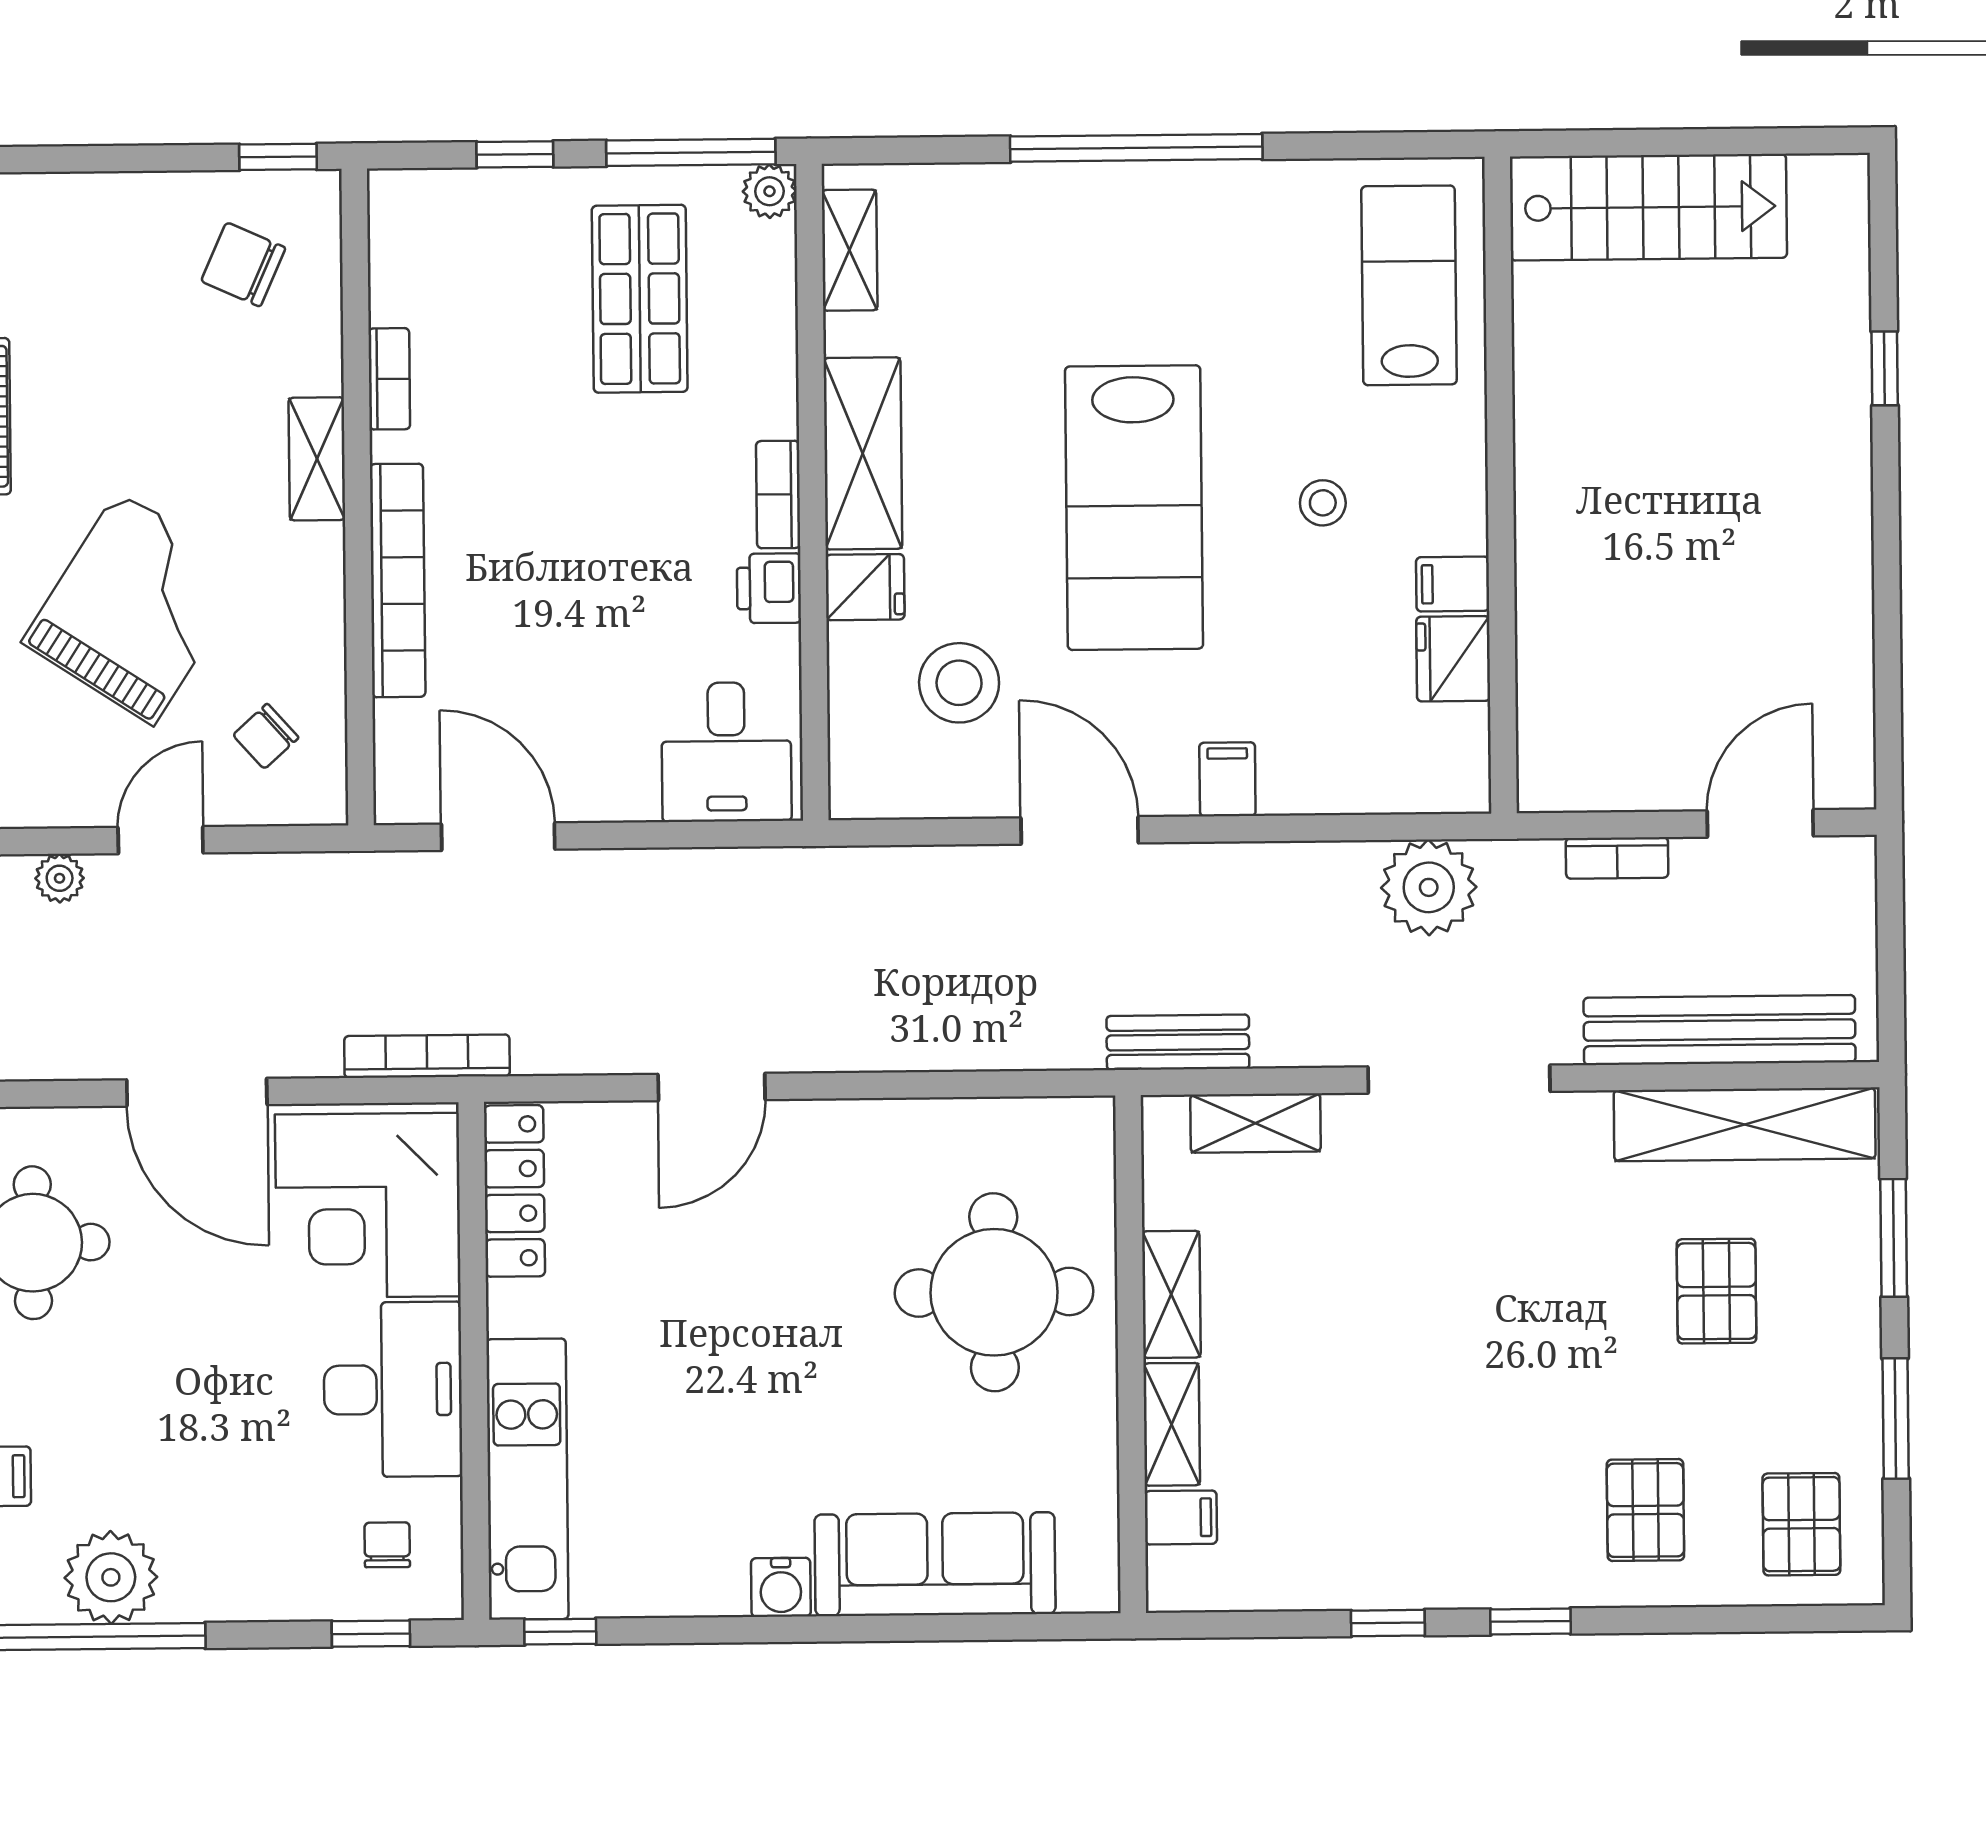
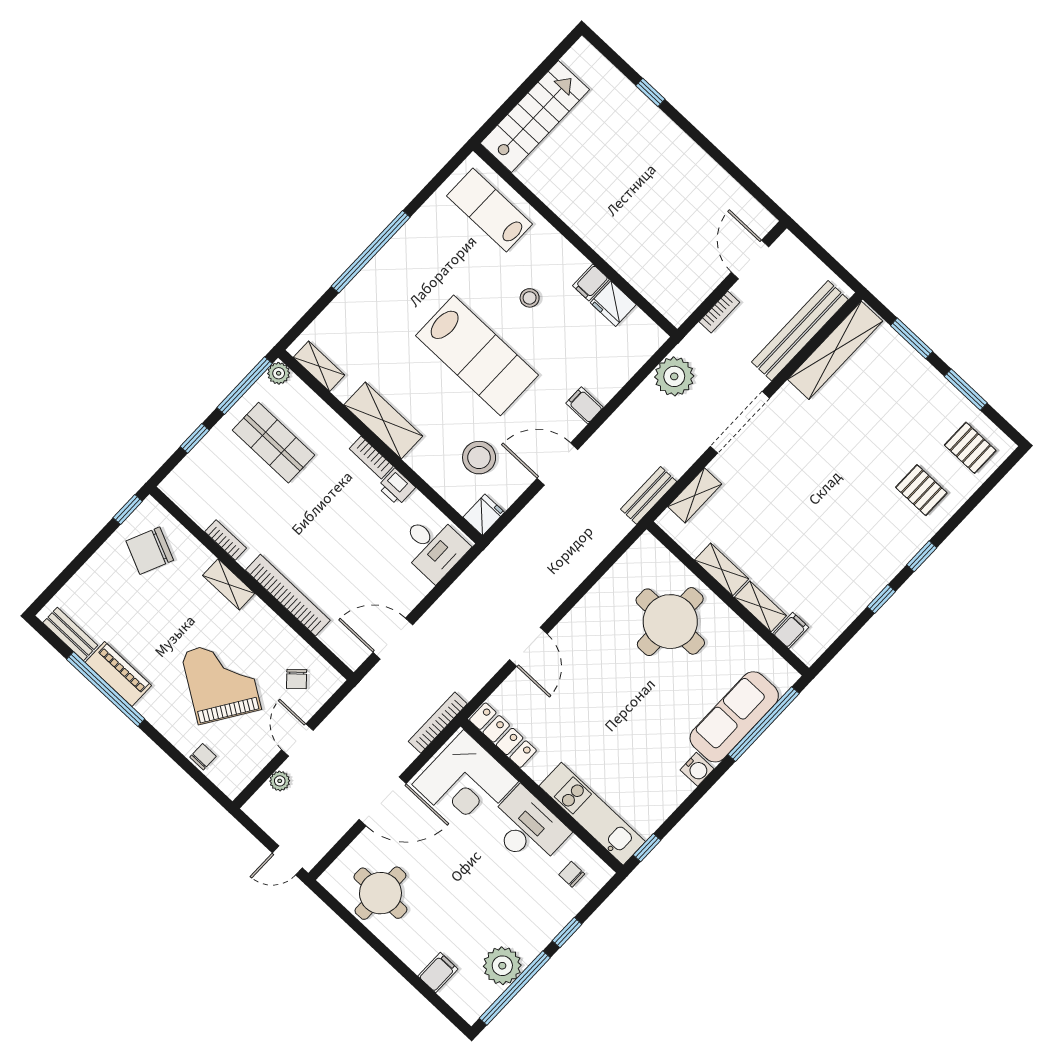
chair: (243, 264) -> (150, 551), width x1.37, depth x1.37
fridge: (865, 587) -> (484, 515), moved
pallet: (1717, 1291) -> (877, 406), removed
window: (972, 1627) -> (764, 724), added
window: (371, 1634) -> (567, 933), moved

